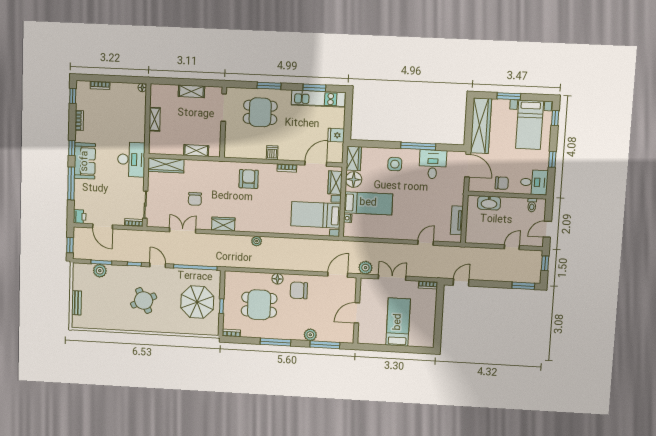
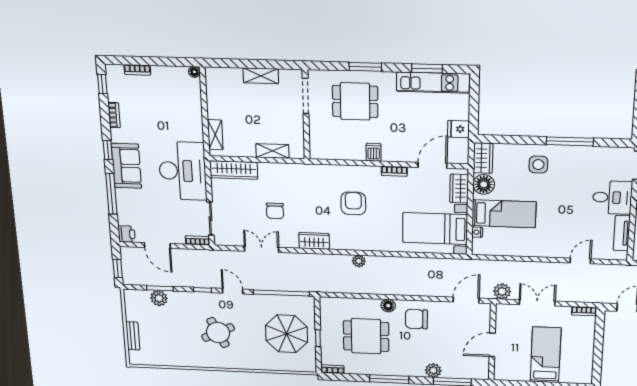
shelving: (155, 119) -> (215, 135), moved
desk: (131, 159) -> (183, 171), width x1.36, depth x1.30
desk: (433, 164) -> (612, 197), moved, turned 90
armchair: (249, 179) -> (353, 203), moved

